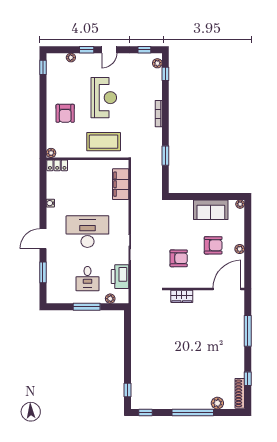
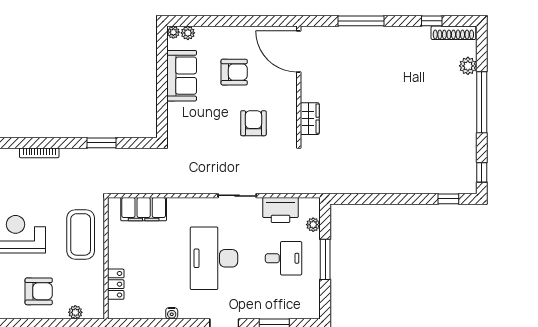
plant: (51, 153) -> (75, 312), moved
locker: (57, 165) -> (116, 284), moved
armchair: (213, 245) -> (234, 72), turned 90
plant: (240, 249) -> (188, 33), moved

